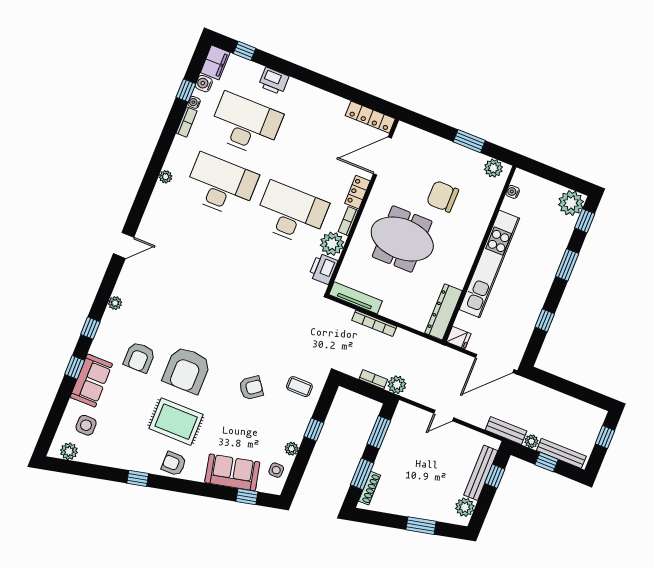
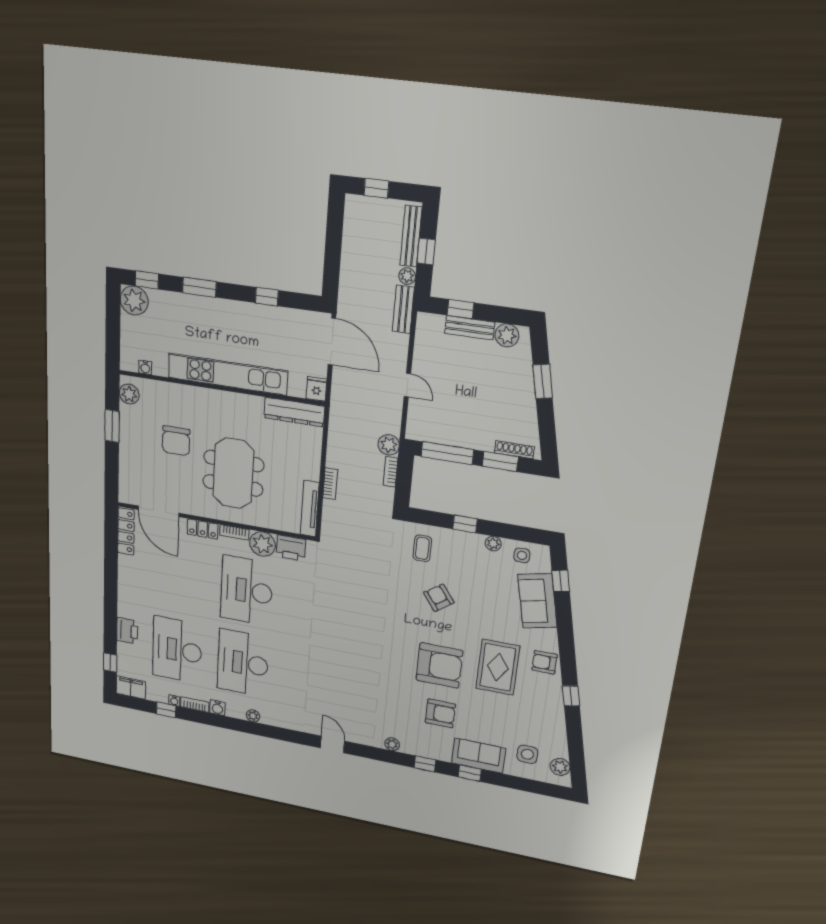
water cooler: (204, 84) -> (217, 708), moved
bookcase: (374, 323) -> (330, 484), width x0.64
window: (379, 432) -> (447, 453), width x1.44
armchair: (174, 464) -> (544, 662), turned 90
bench: (481, 473) -> (470, 328), width x0.73

